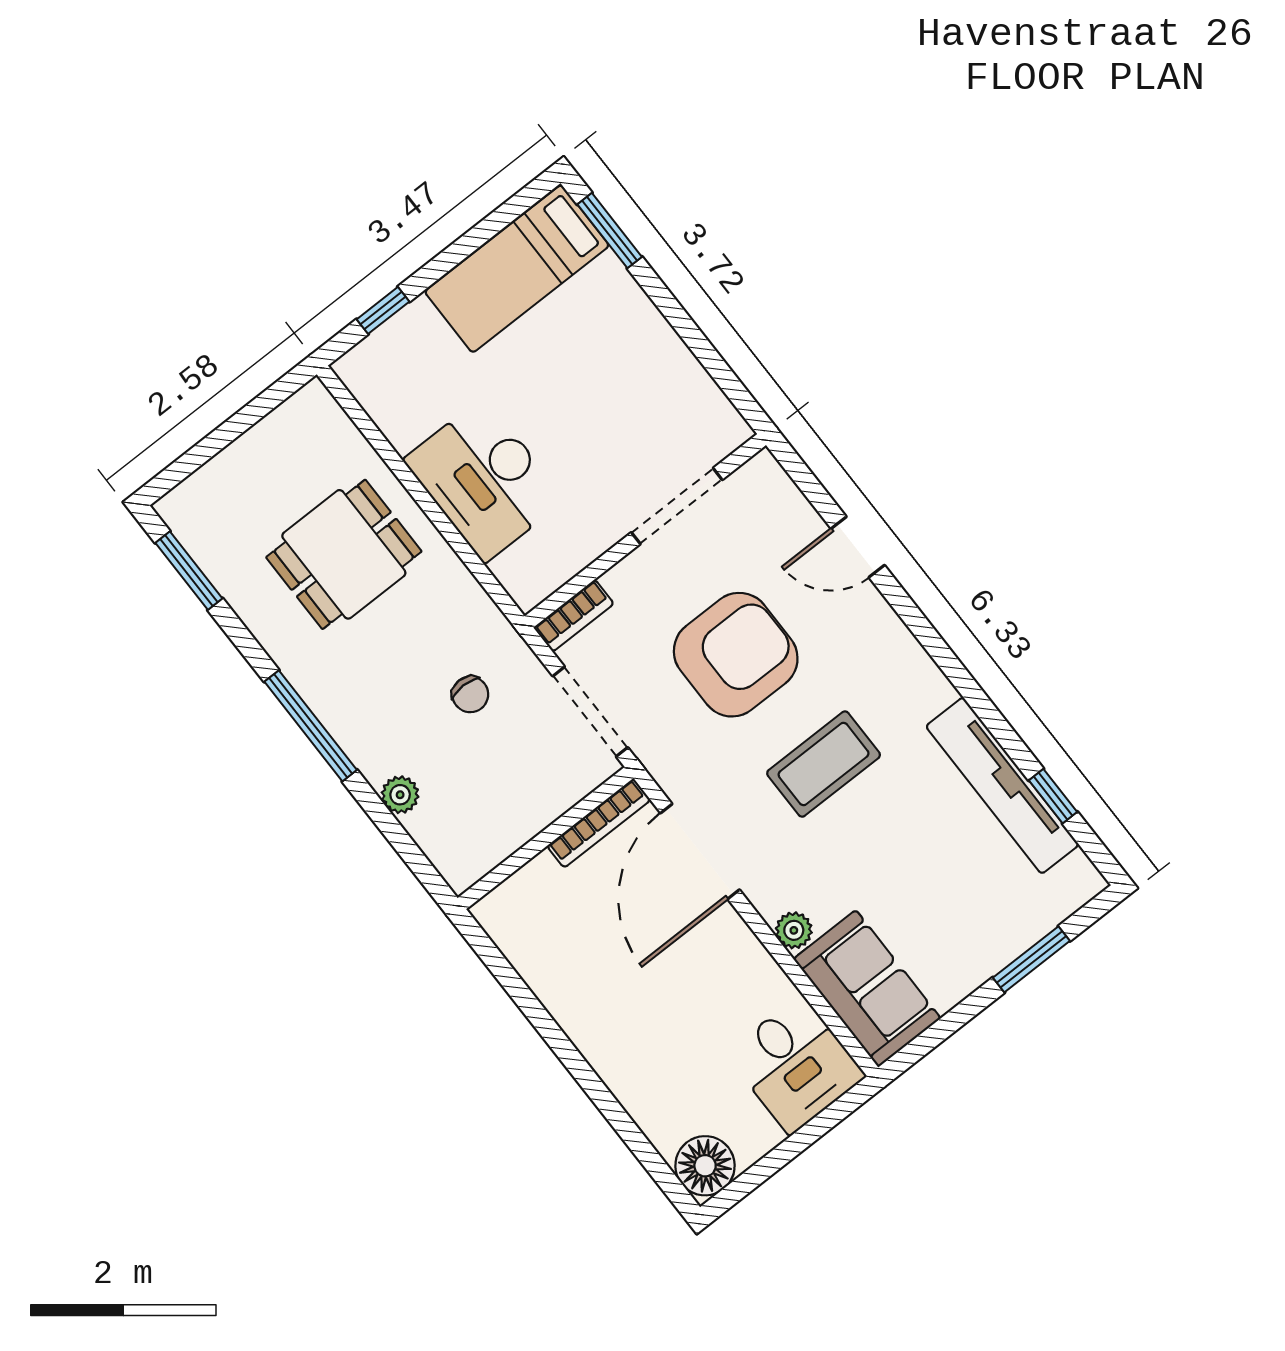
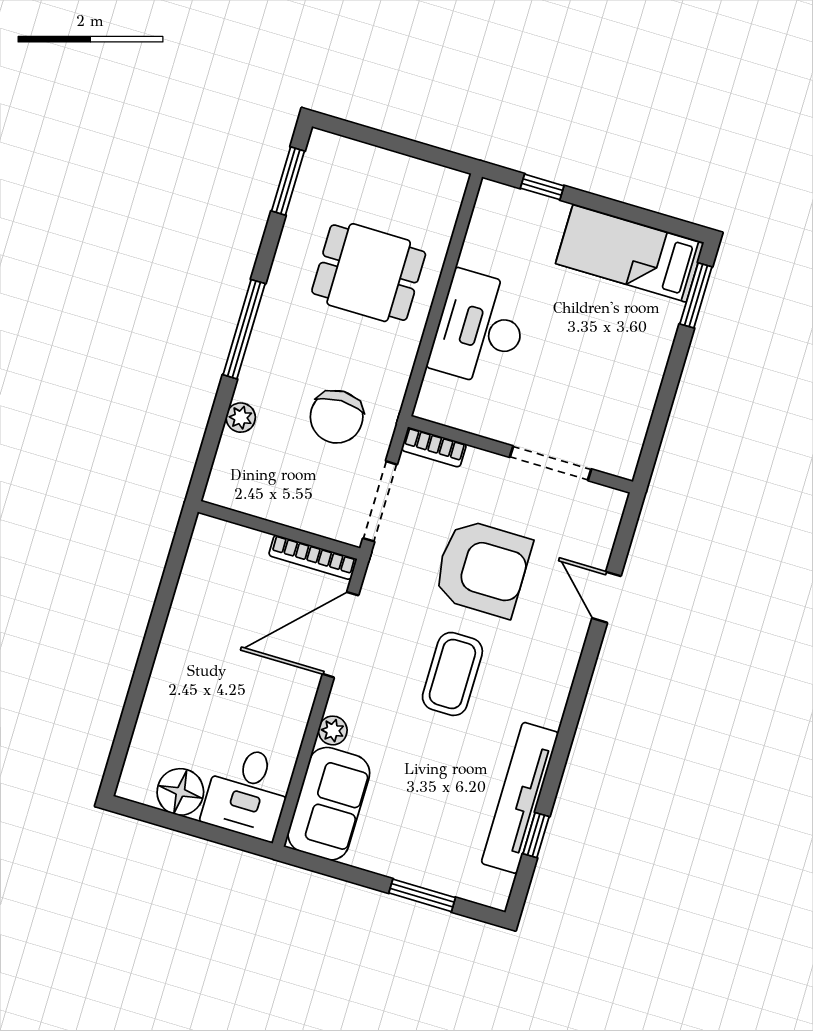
chair: (470, 694) -> (337, 417), width x1.87, depth x1.87
coffee table: (824, 764) -> (452, 674), turned 90
floor lamp: (705, 1166) -> (180, 792), moved

